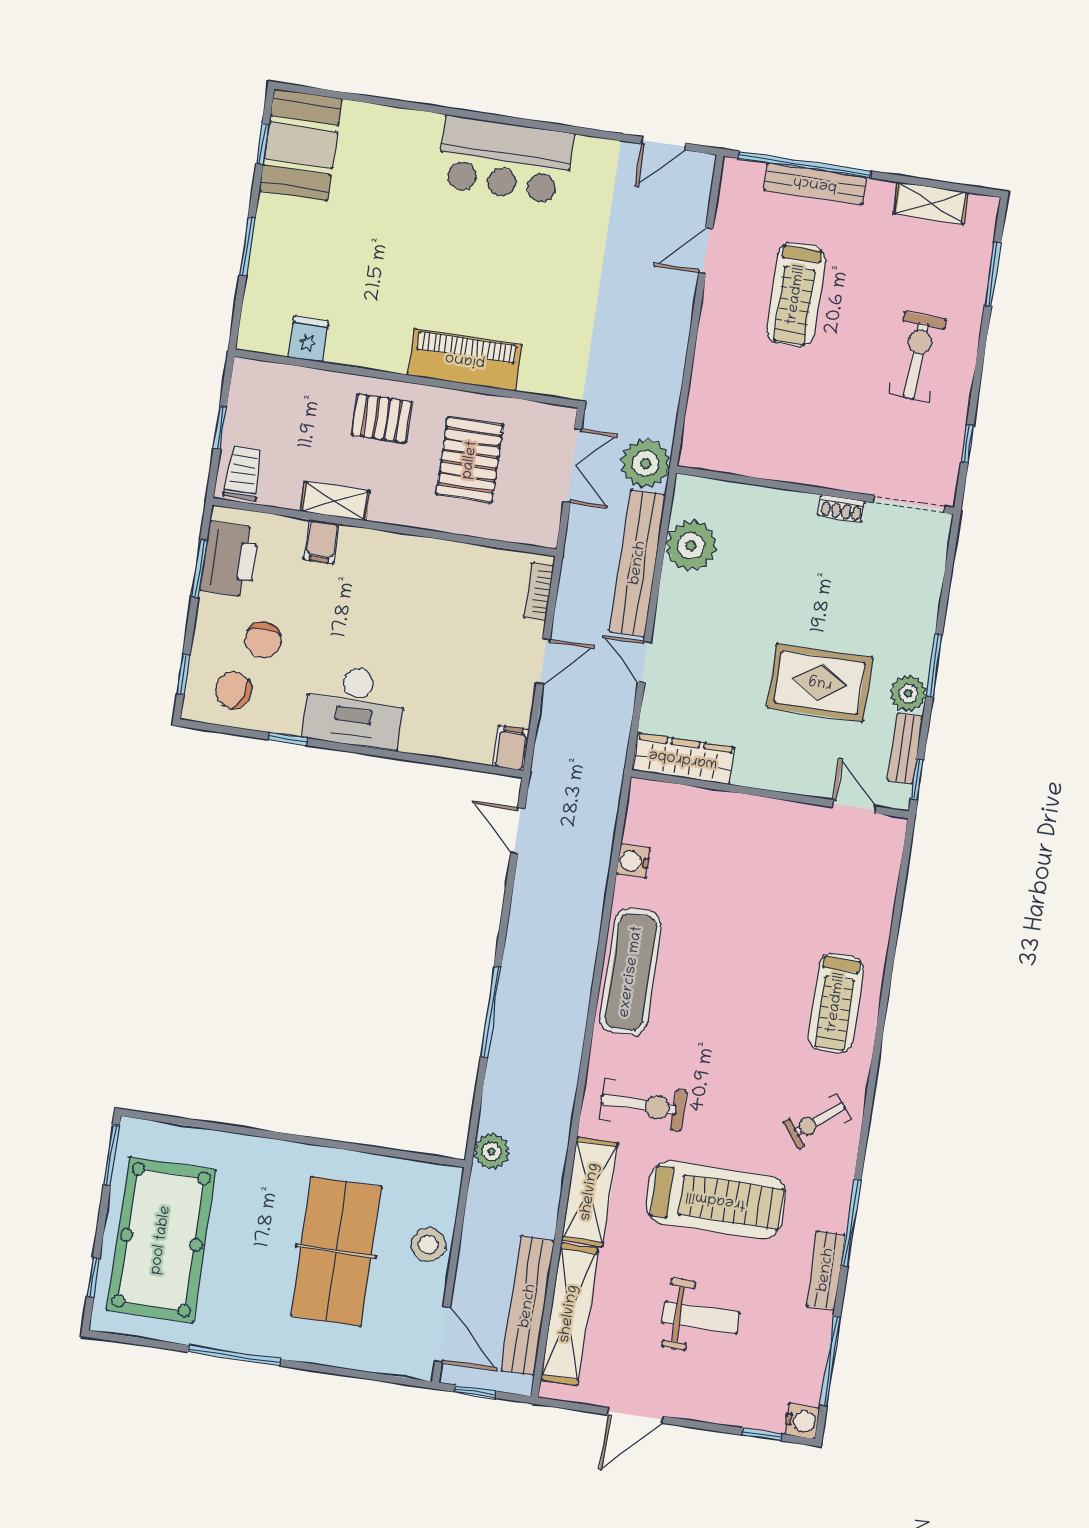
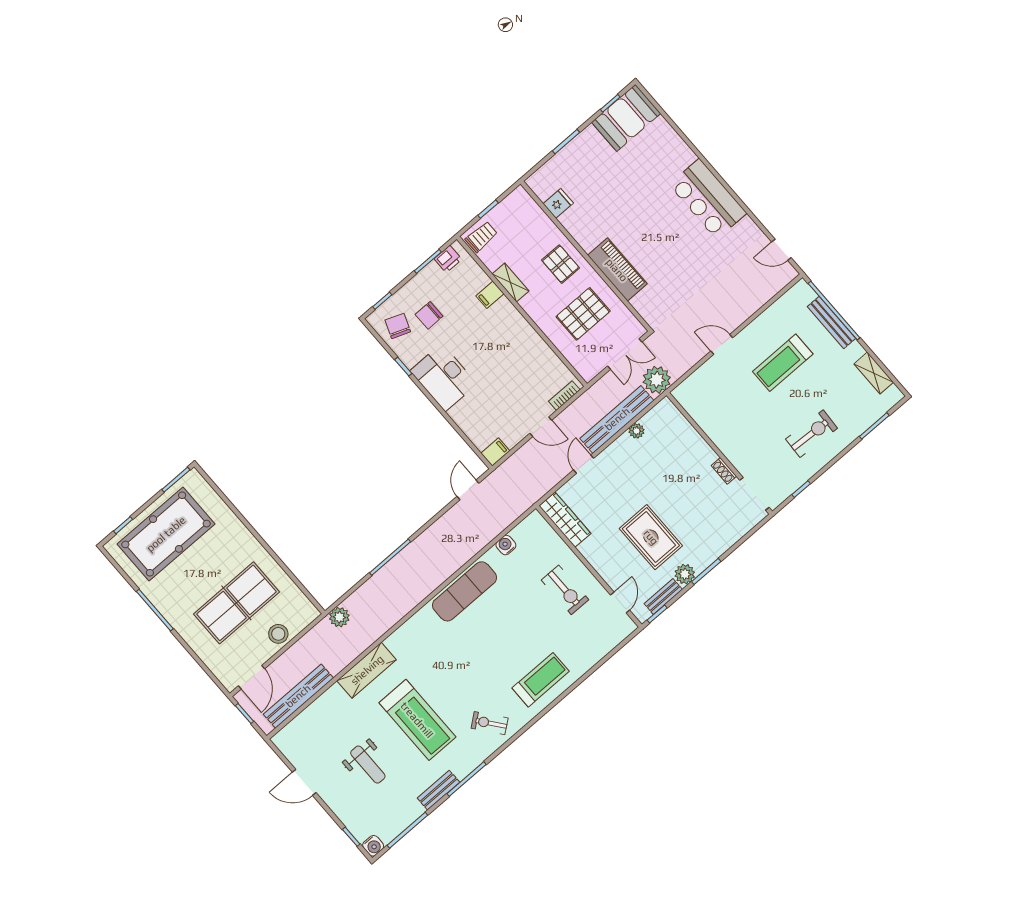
door: (706, 251) -> (722, 344), moved
plant: (691, 546) -> (637, 431), width x0.53, depth x0.53
printer: (229, 559) -> (448, 259), width x0.53, depth x0.68
treadmill: (836, 1003) -> (541, 680), turned 180
exercise bike: (643, 1105) -> (565, 590), moved
shelving: (569, 1314) -> (313, 715), removed

